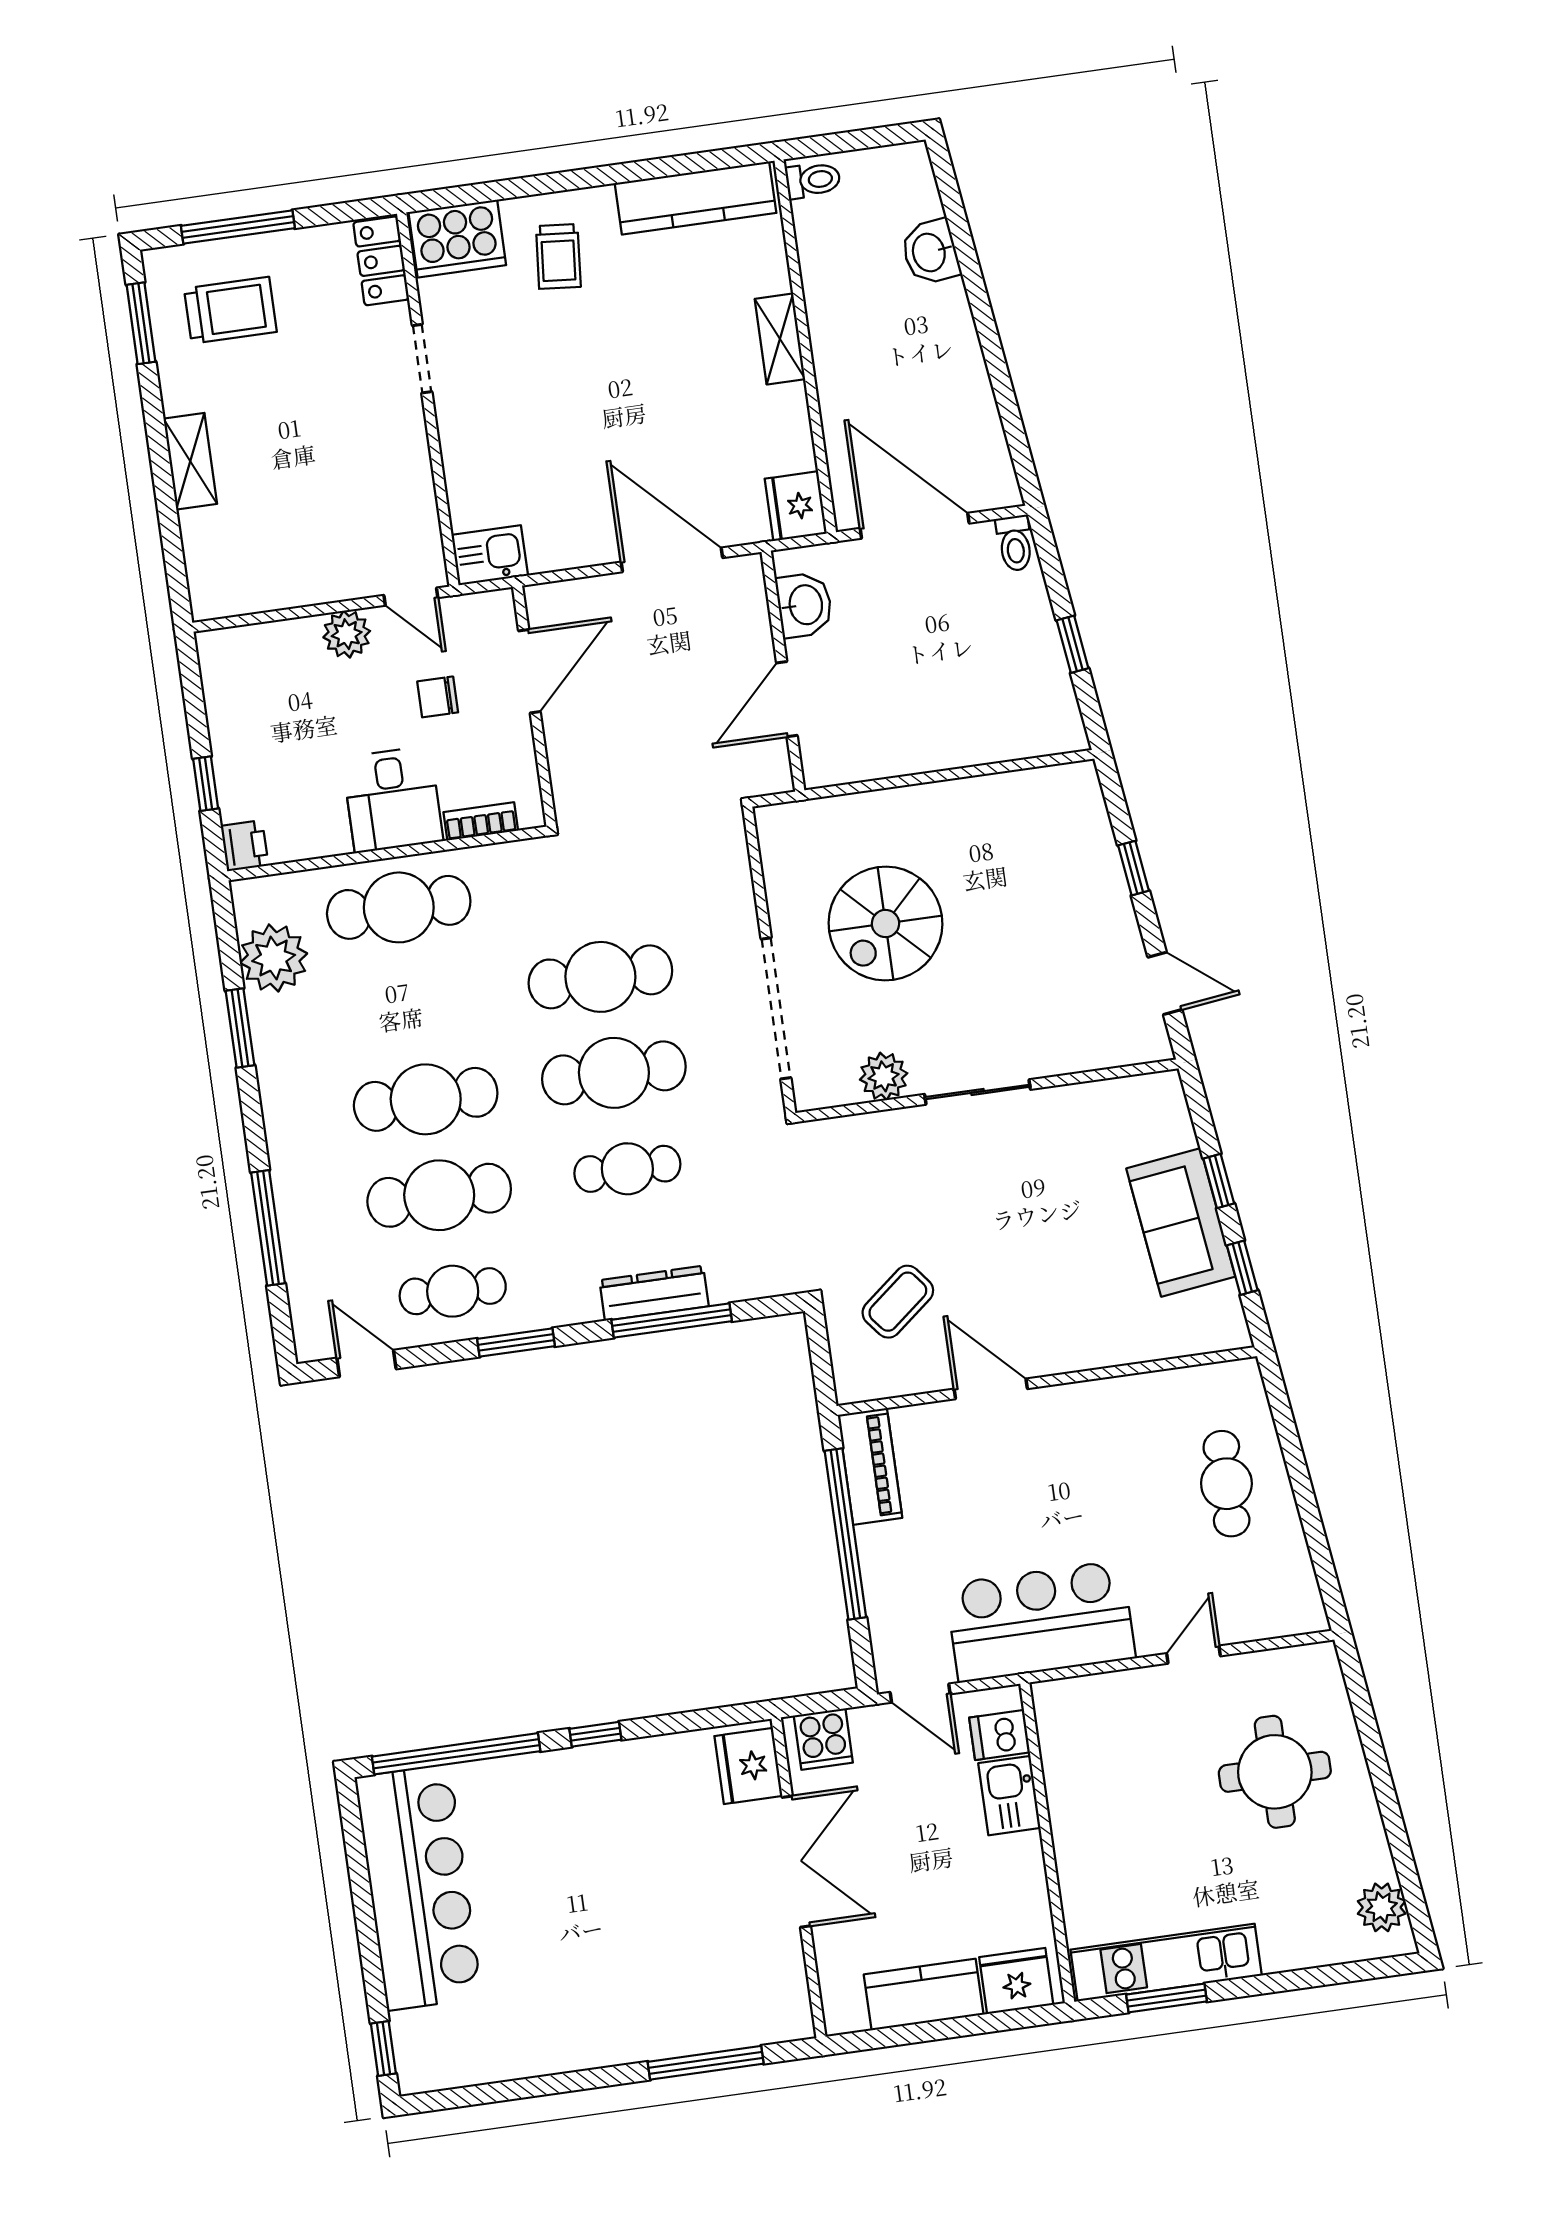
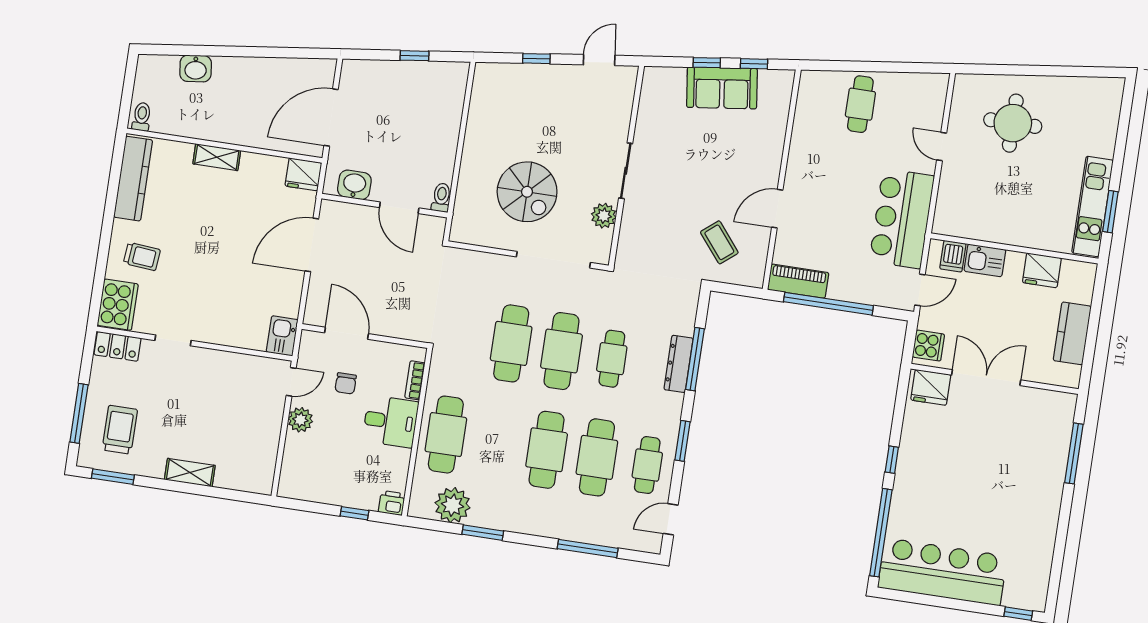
toilet: (1015, 543) -> (441, 198), moved, turned -90
cafe table: (1226, 1484) -> (860, 104), turned 90
plant: (1382, 1907) -> (1097, 90), removed
fridge: (1016, 1981) -> (1042, 270), moved, turned -90

